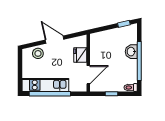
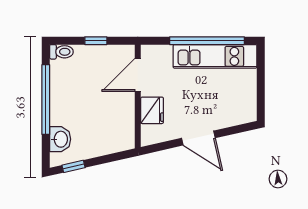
washbasin: (131, 52) -> (60, 139), moved
stool: (38, 53) -> (228, 113), removed

